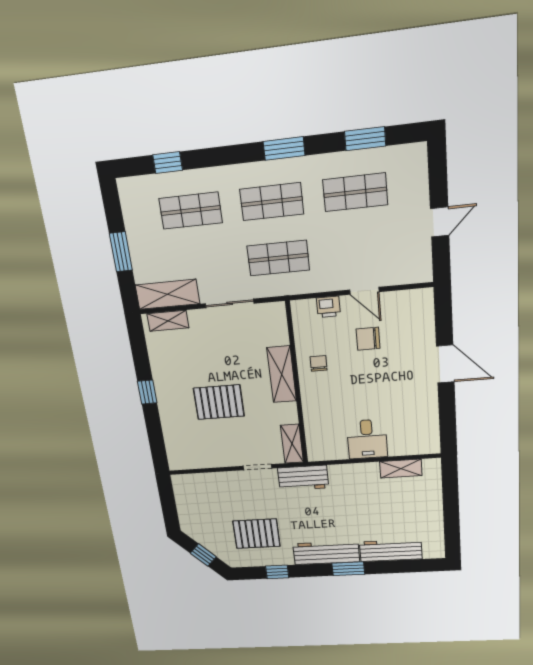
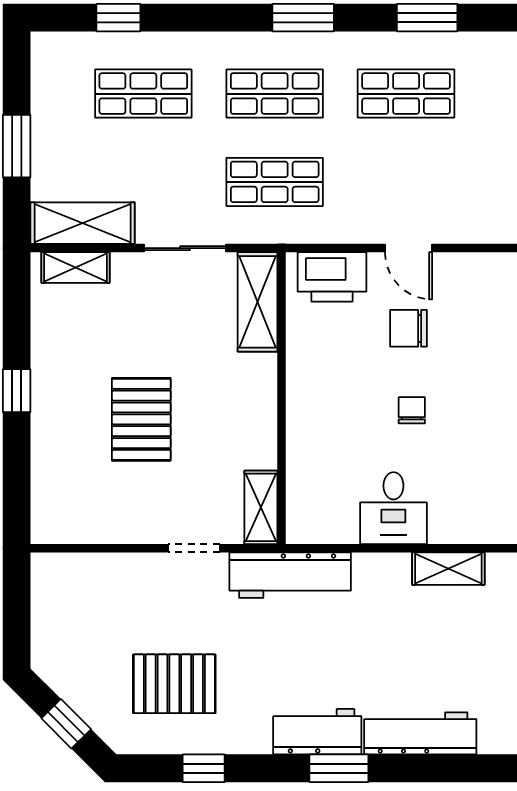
printer: (328, 307) -> (332, 277), width x1.87, depth x1.48
chair: (319, 363) -> (412, 410), moved
shelving: (282, 374) -> (258, 302), moved
pallet: (219, 402) -> (141, 419), turned 90
workbench: (303, 478) -> (290, 575), width x1.37
workbench: (326, 553) -> (317, 732), width x0.73

